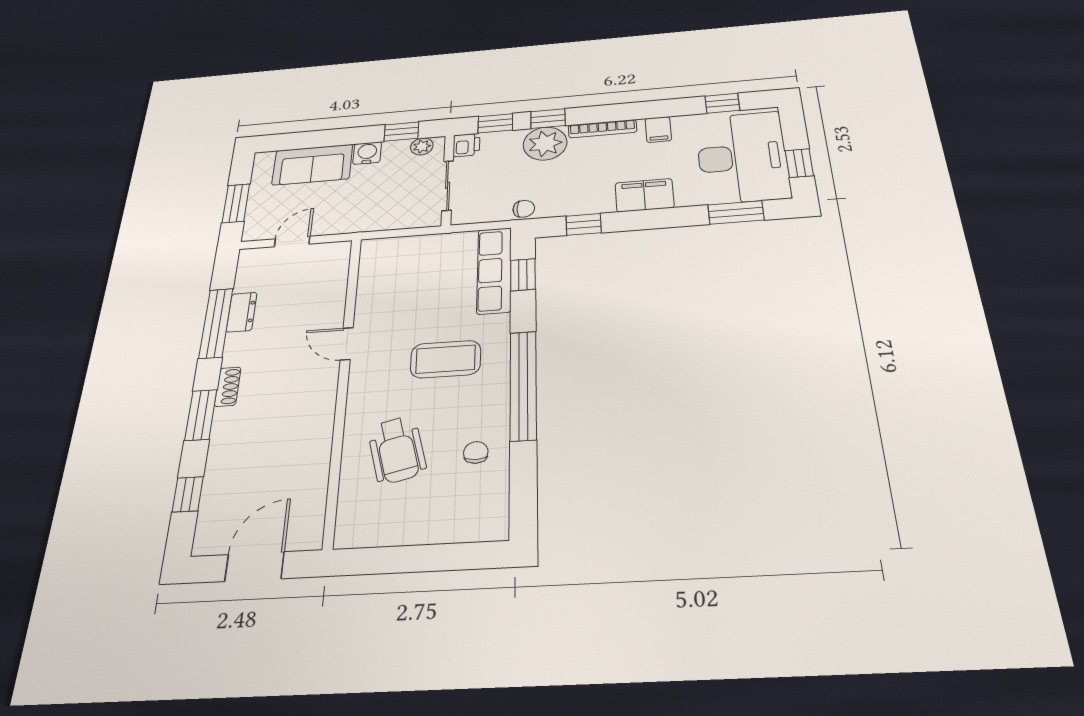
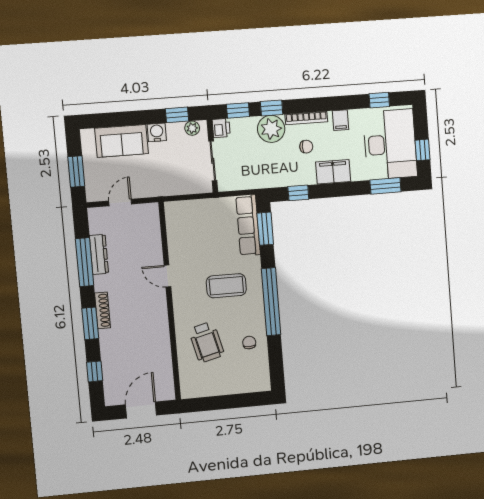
chair: (524, 209) -> (306, 147), moved
window: (523, 275) -> (265, 229), width x1.50
dresser: (242, 312) -> (99, 254), width x1.44
shoe rack: (228, 387) -> (102, 310), width x1.43

